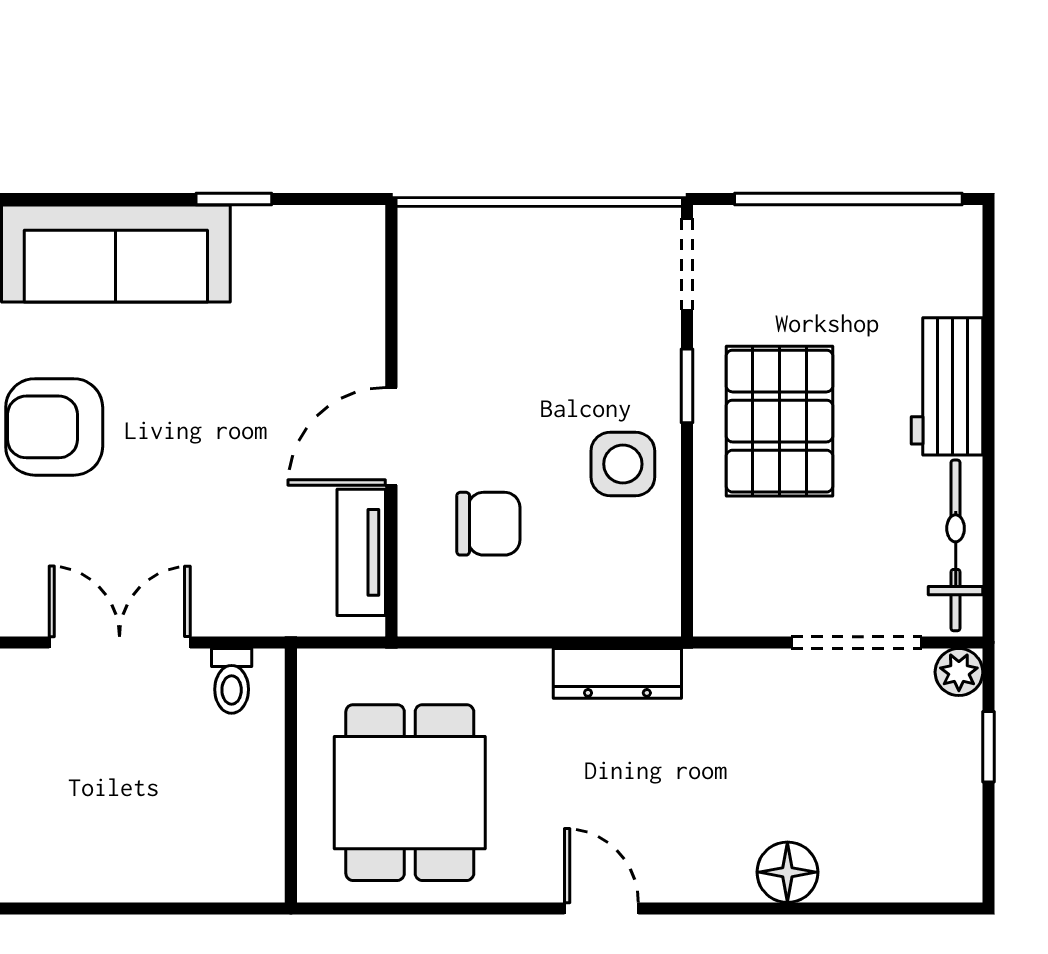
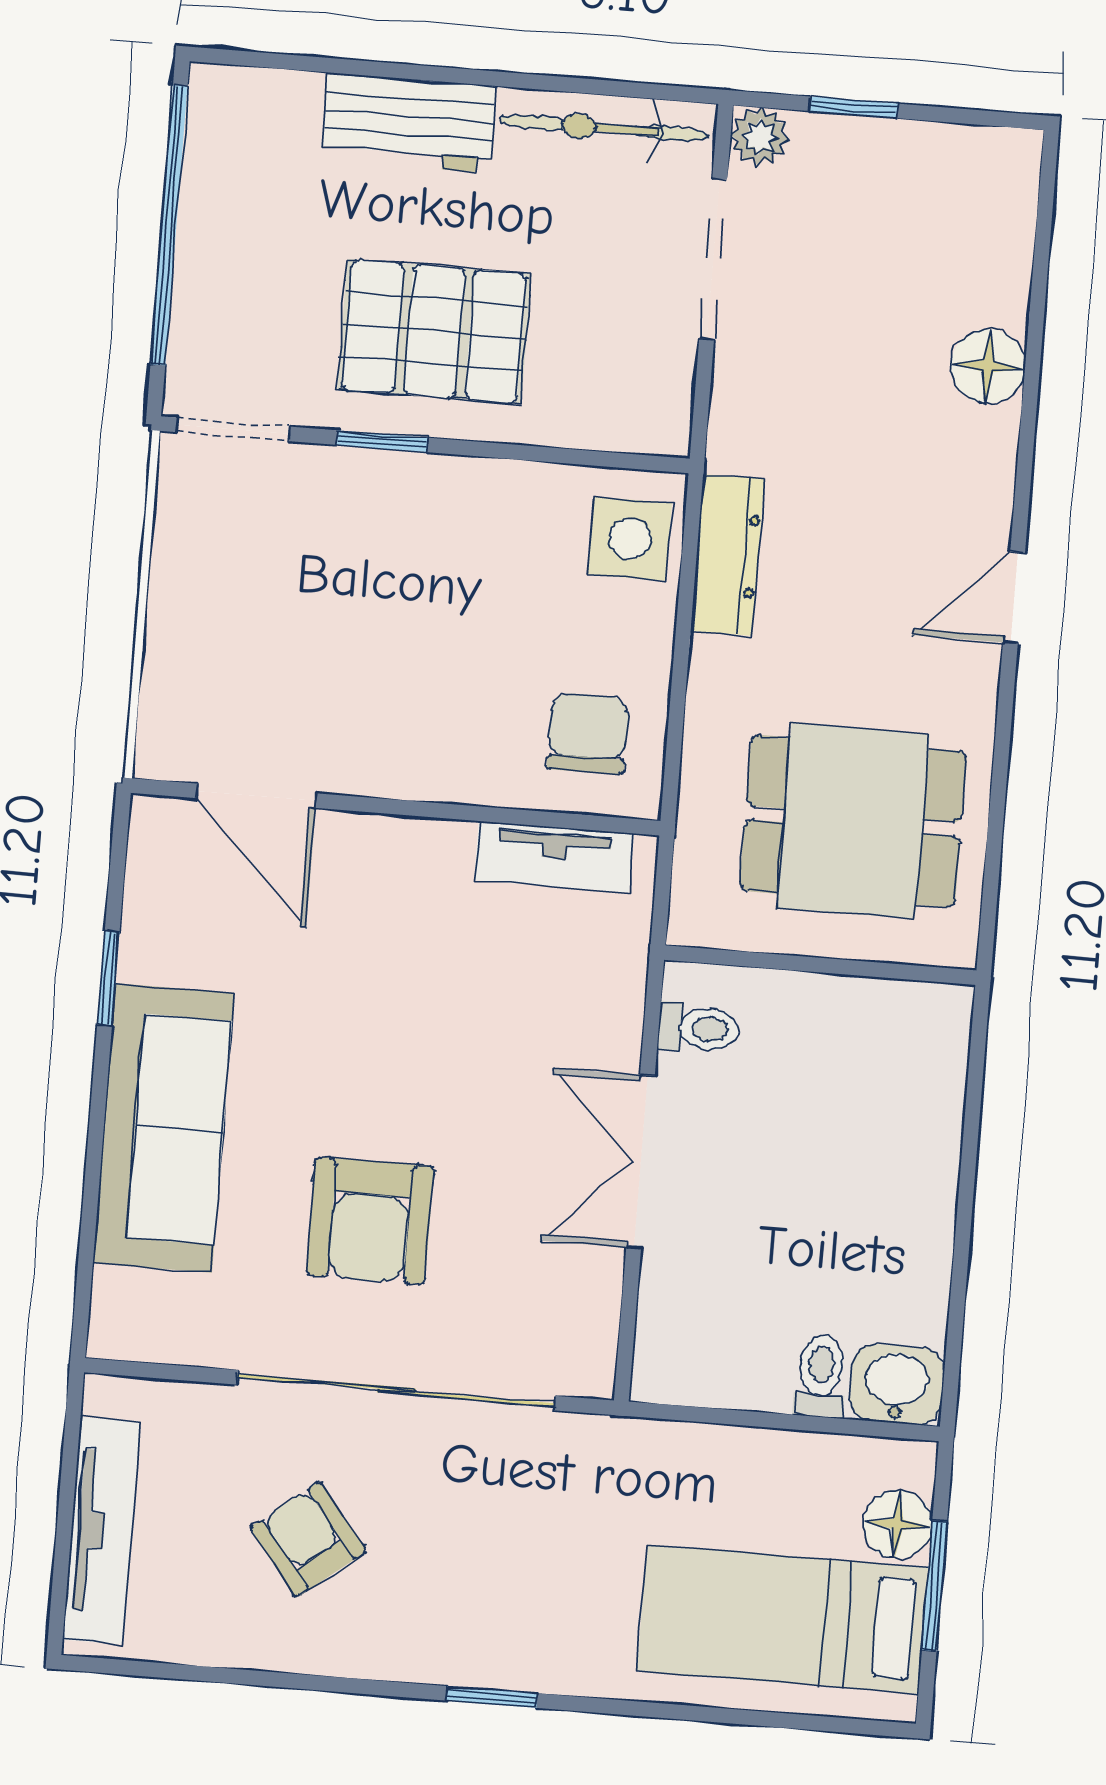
door: (391, 436) -> (256, 796), moved
side table: (623, 464) -> (630, 539), moved
chair: (488, 524) -> (588, 734), moved

